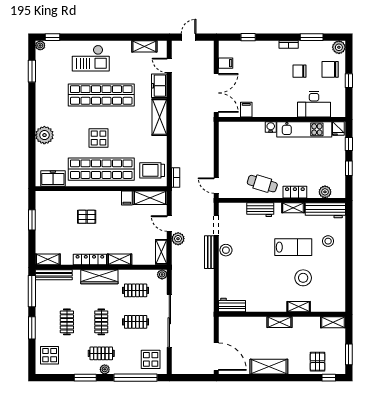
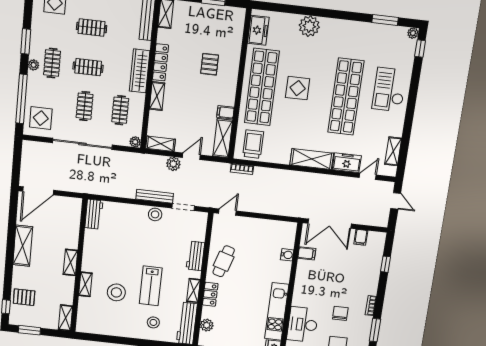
water cooler: (271, 127) -> (287, 255), moved

